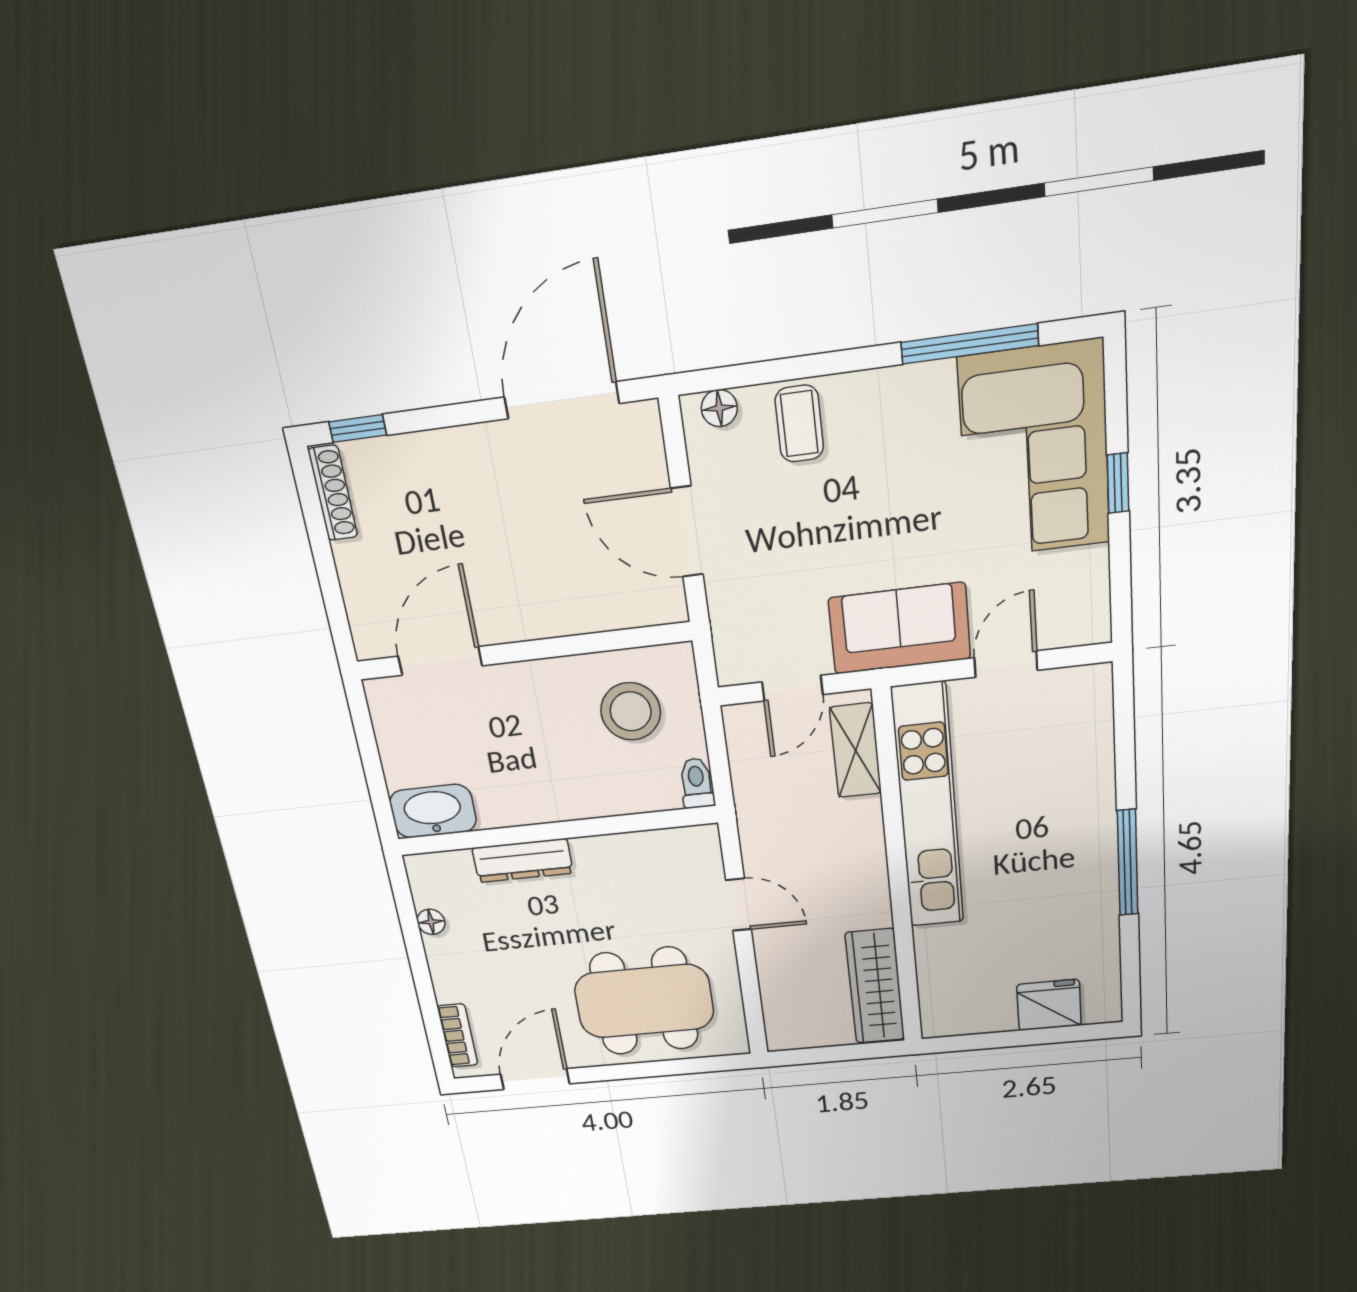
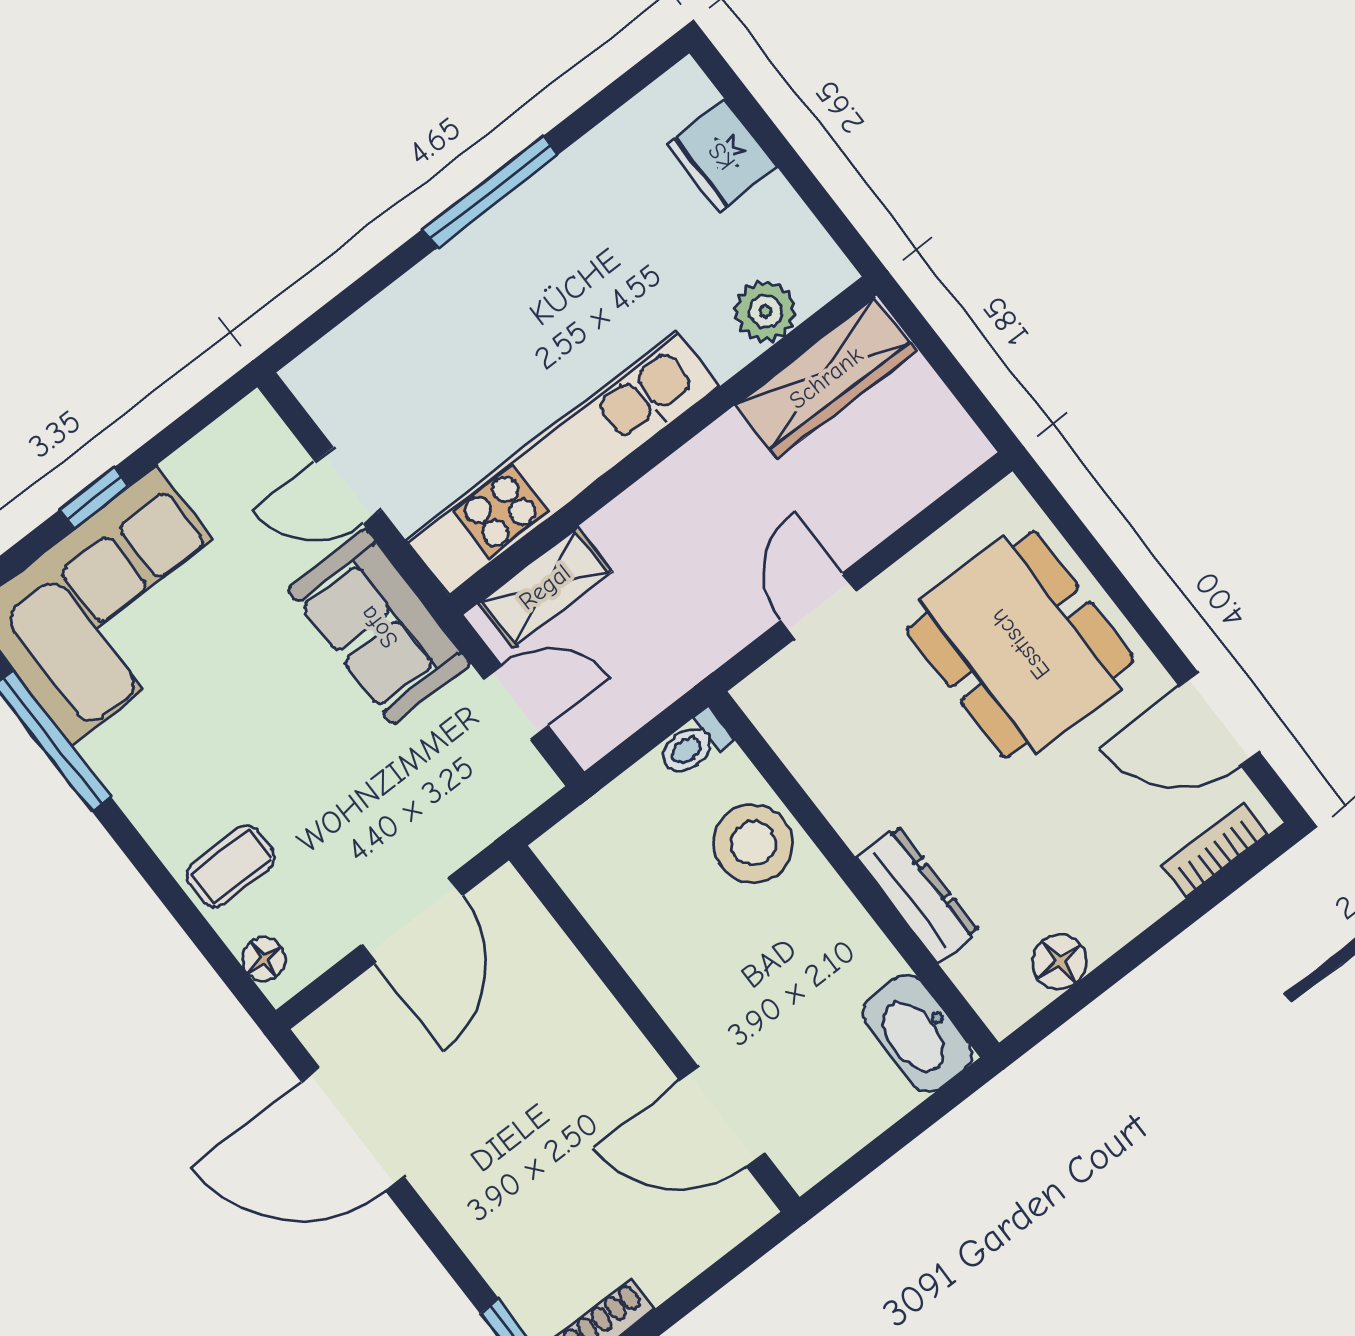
stool: (631, 711) -> (753, 843), moved
floor lamp: (431, 922) -> (1059, 962), width x1.37, depth x1.37
plant: (939, 976) -> (765, 311), added

